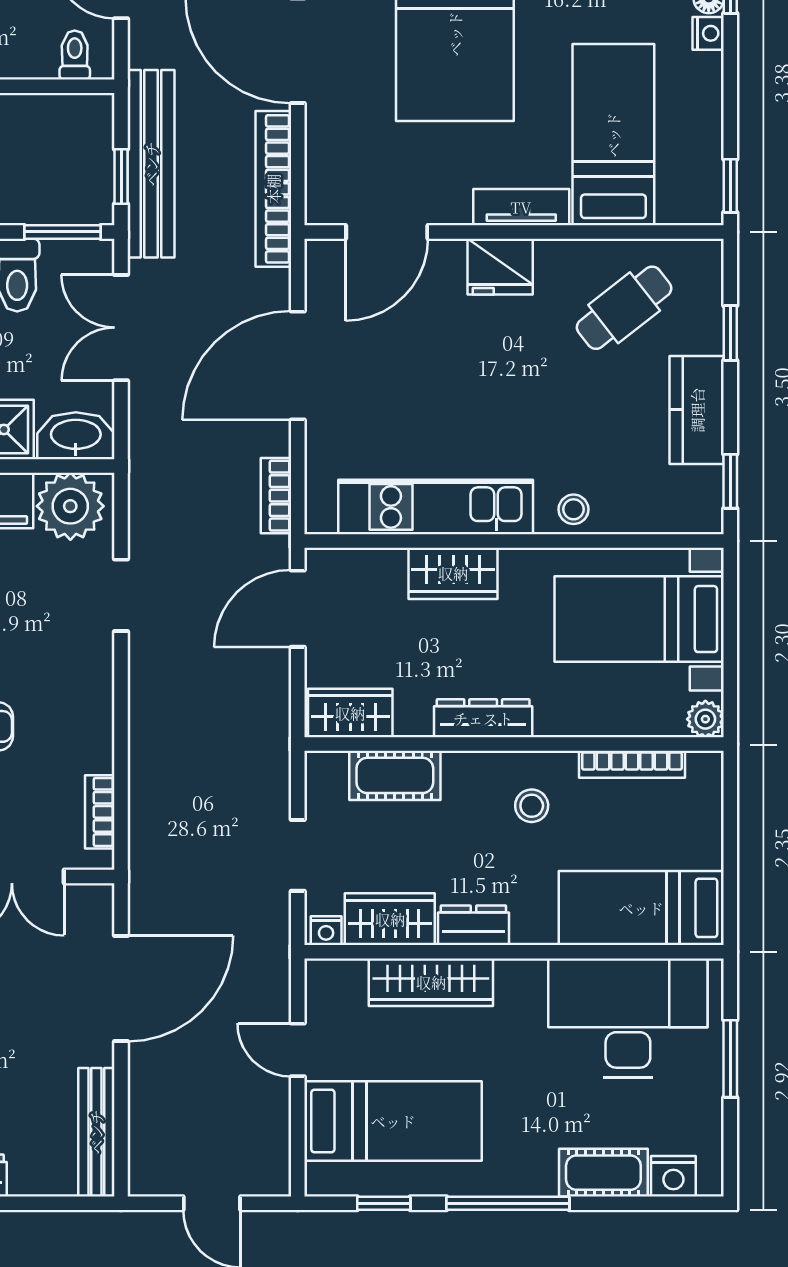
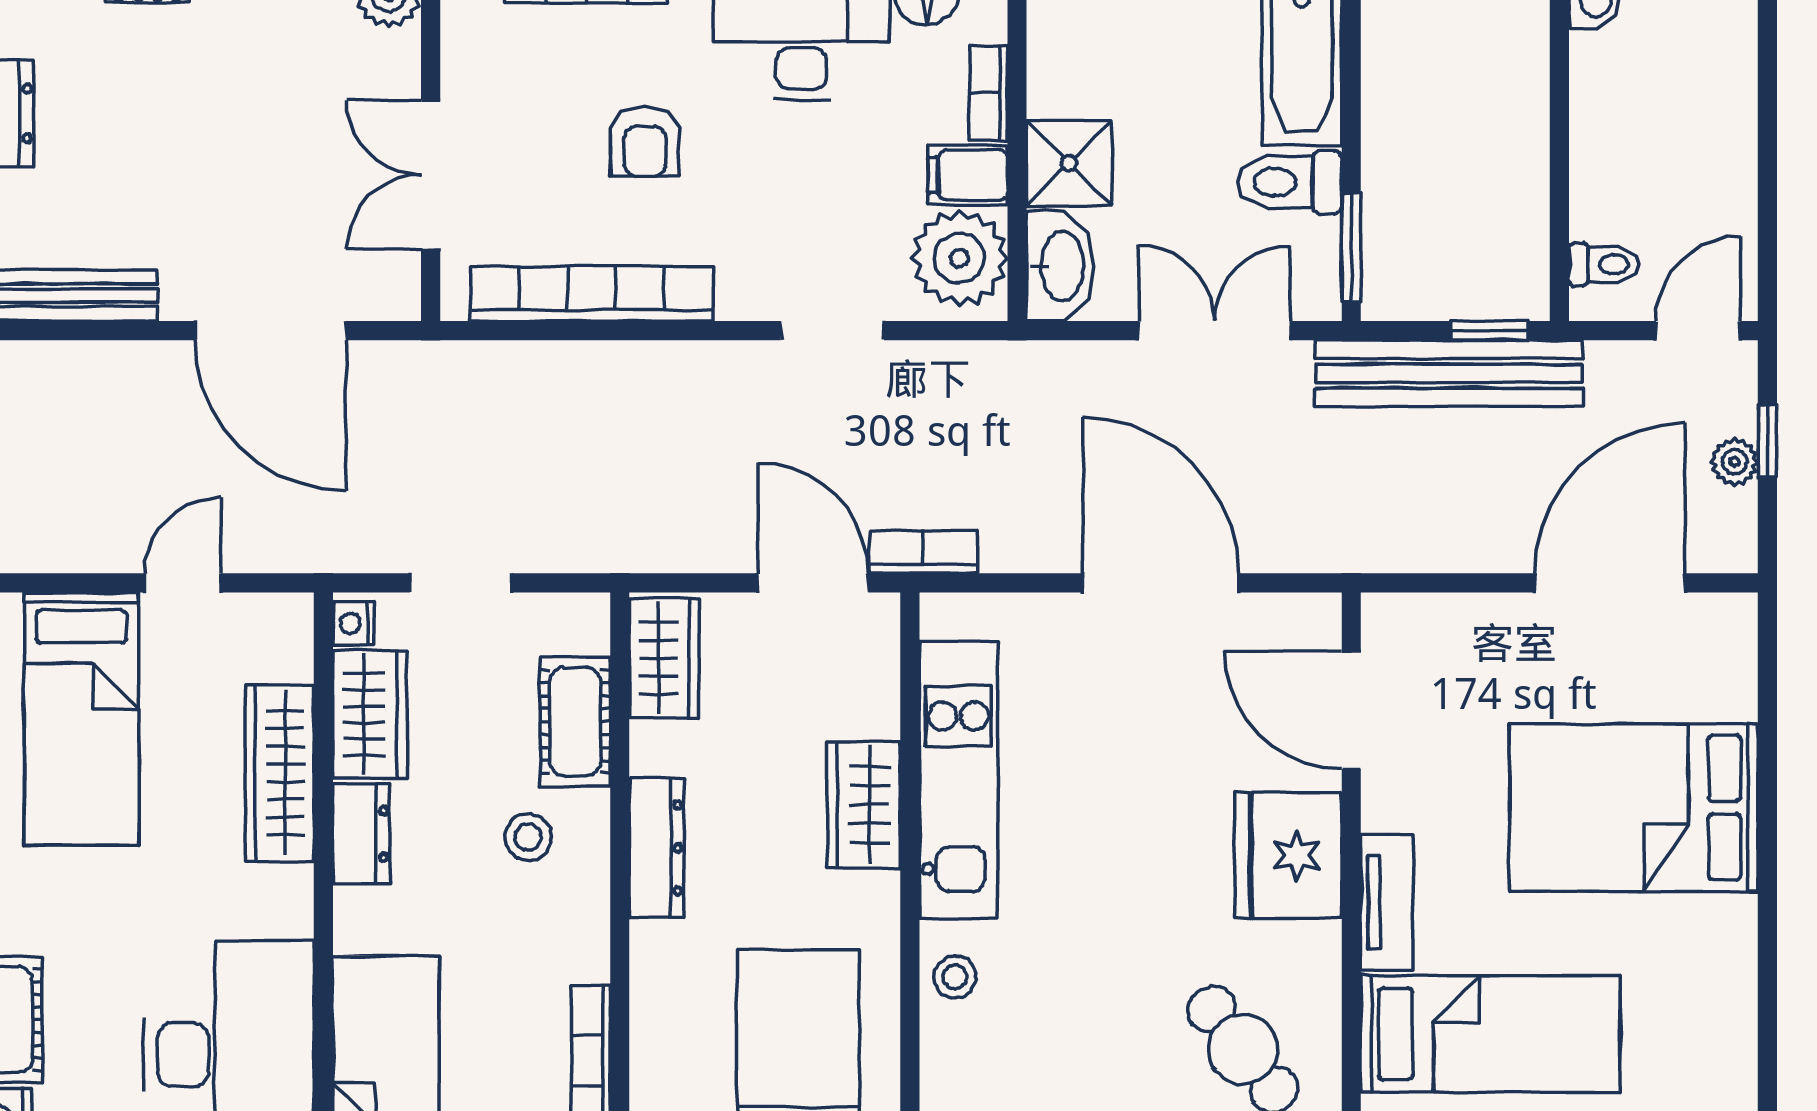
window: (121, 177) -> (1490, 331), moved
bookcase: (273, 189) -> (1413, 548), removed
fridge: (500, 267) -> (1288, 855), width x1.36, depth x1.34
bookcase: (276, 496) -> (923, 552), moved
stool: (532, 806) -> (528, 837), moved
bookcase: (100, 812) -> (592, 294), width x2.31, depth x1.31

